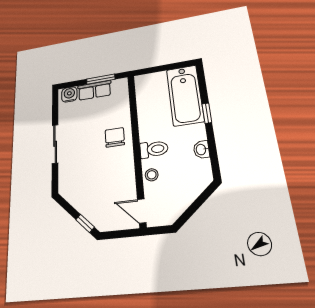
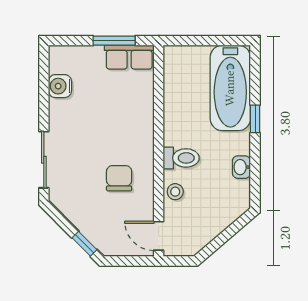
row of seats: (94, 90) -> (129, 57), moved
water cooler: (69, 94) -> (60, 86), moved, turned -90
chair: (115, 137) -> (119, 178), moved
sliding door: (55, 144) -> (44, 160), moved

